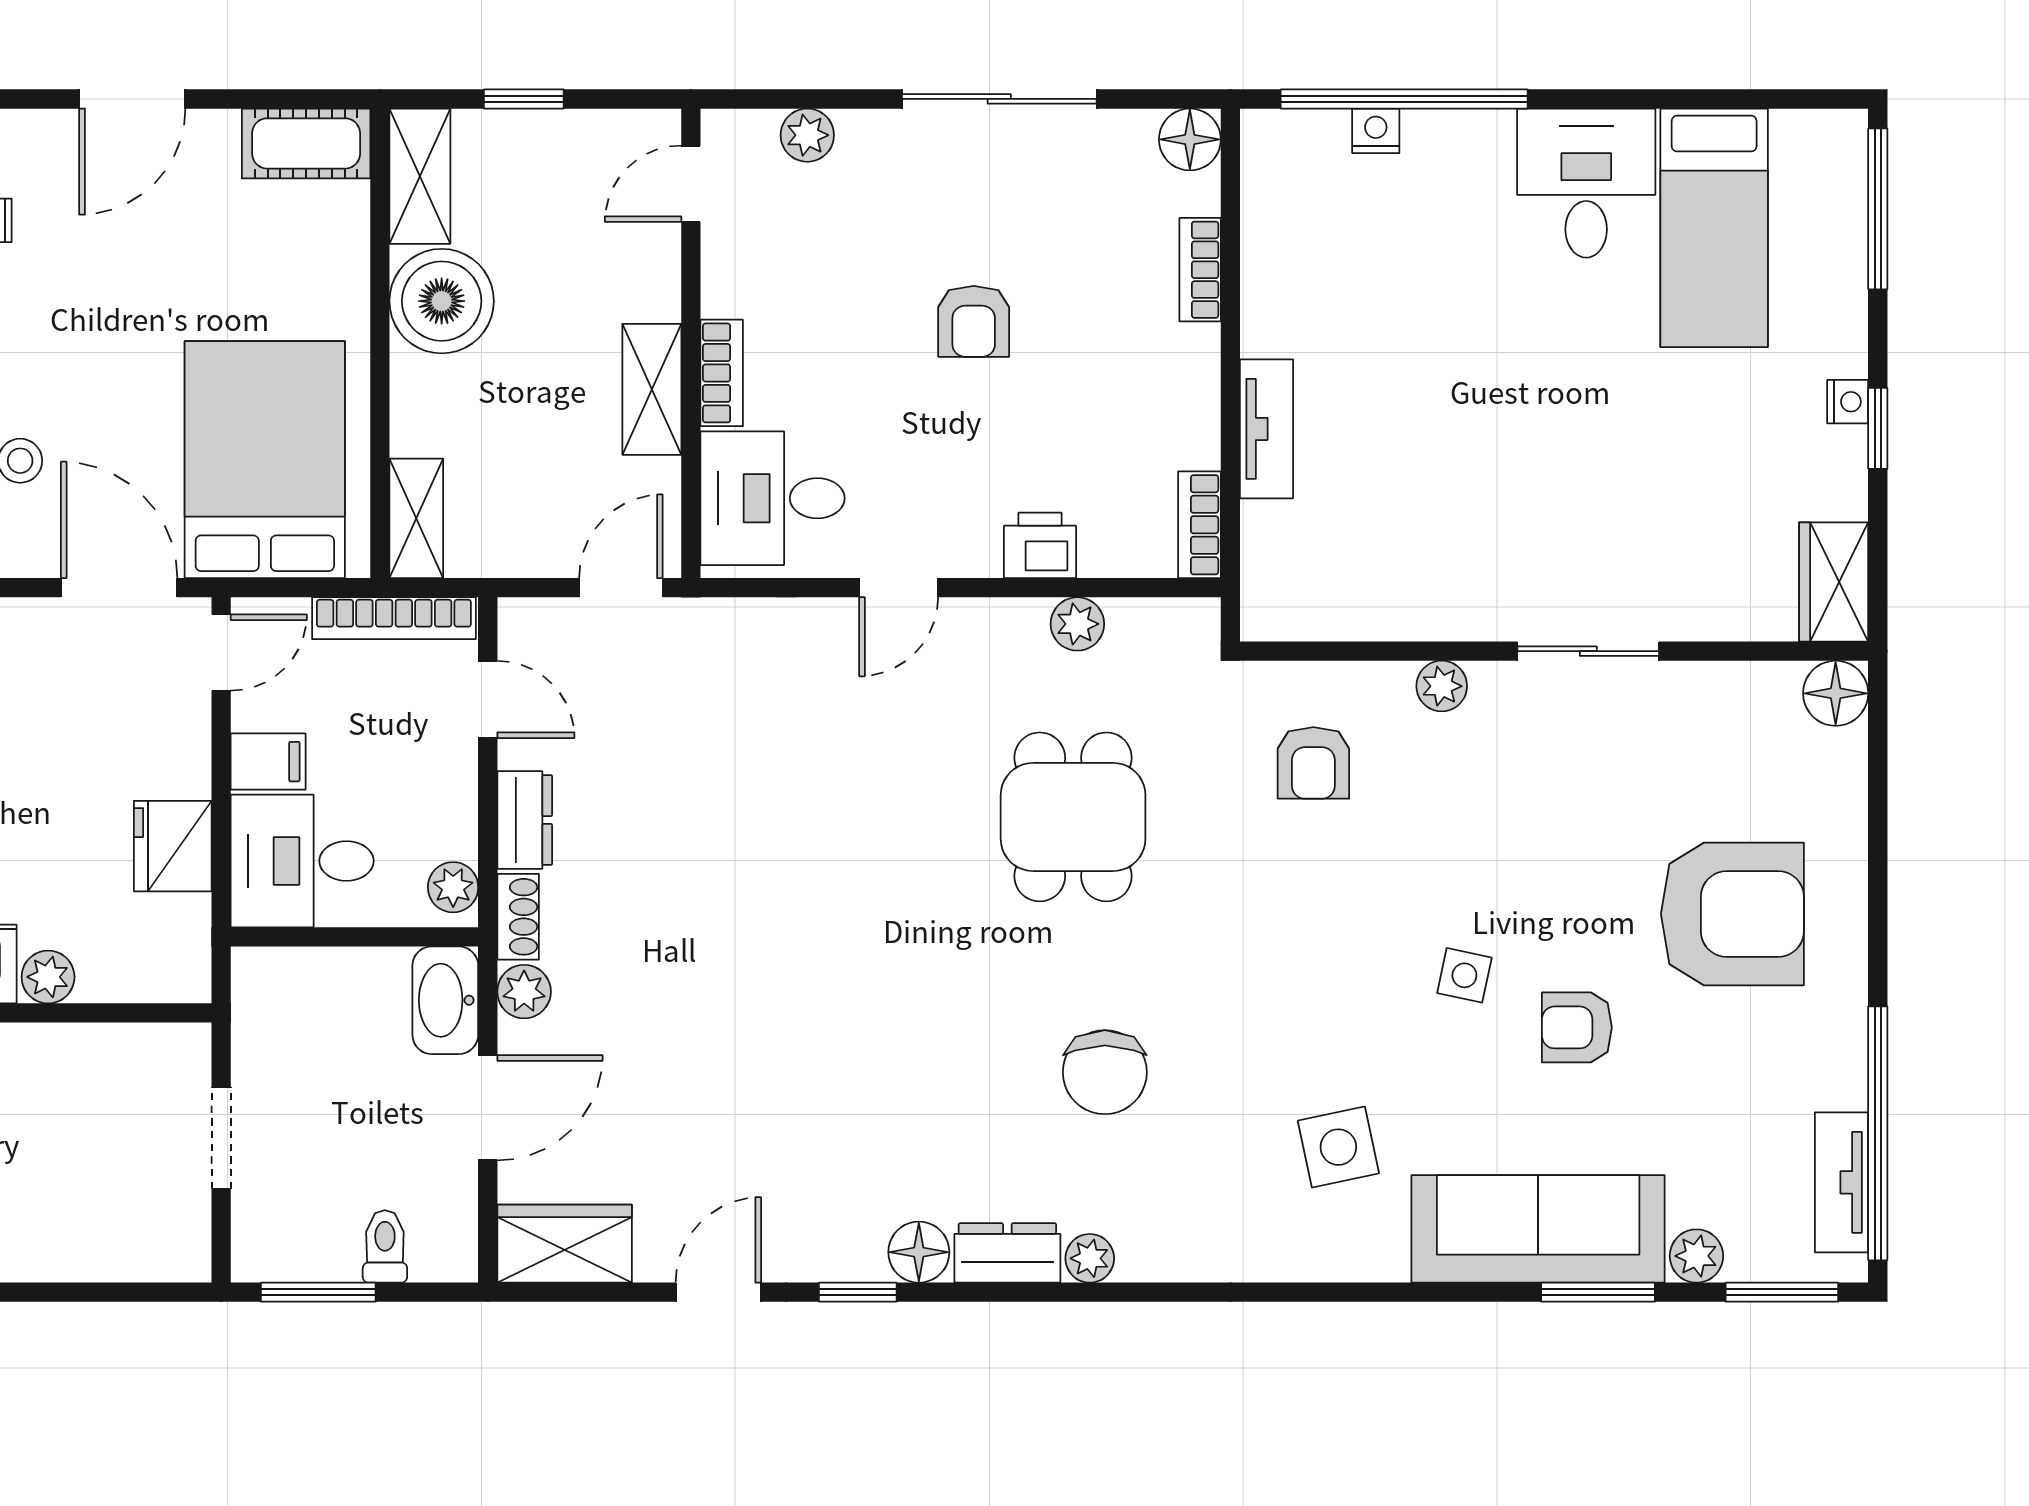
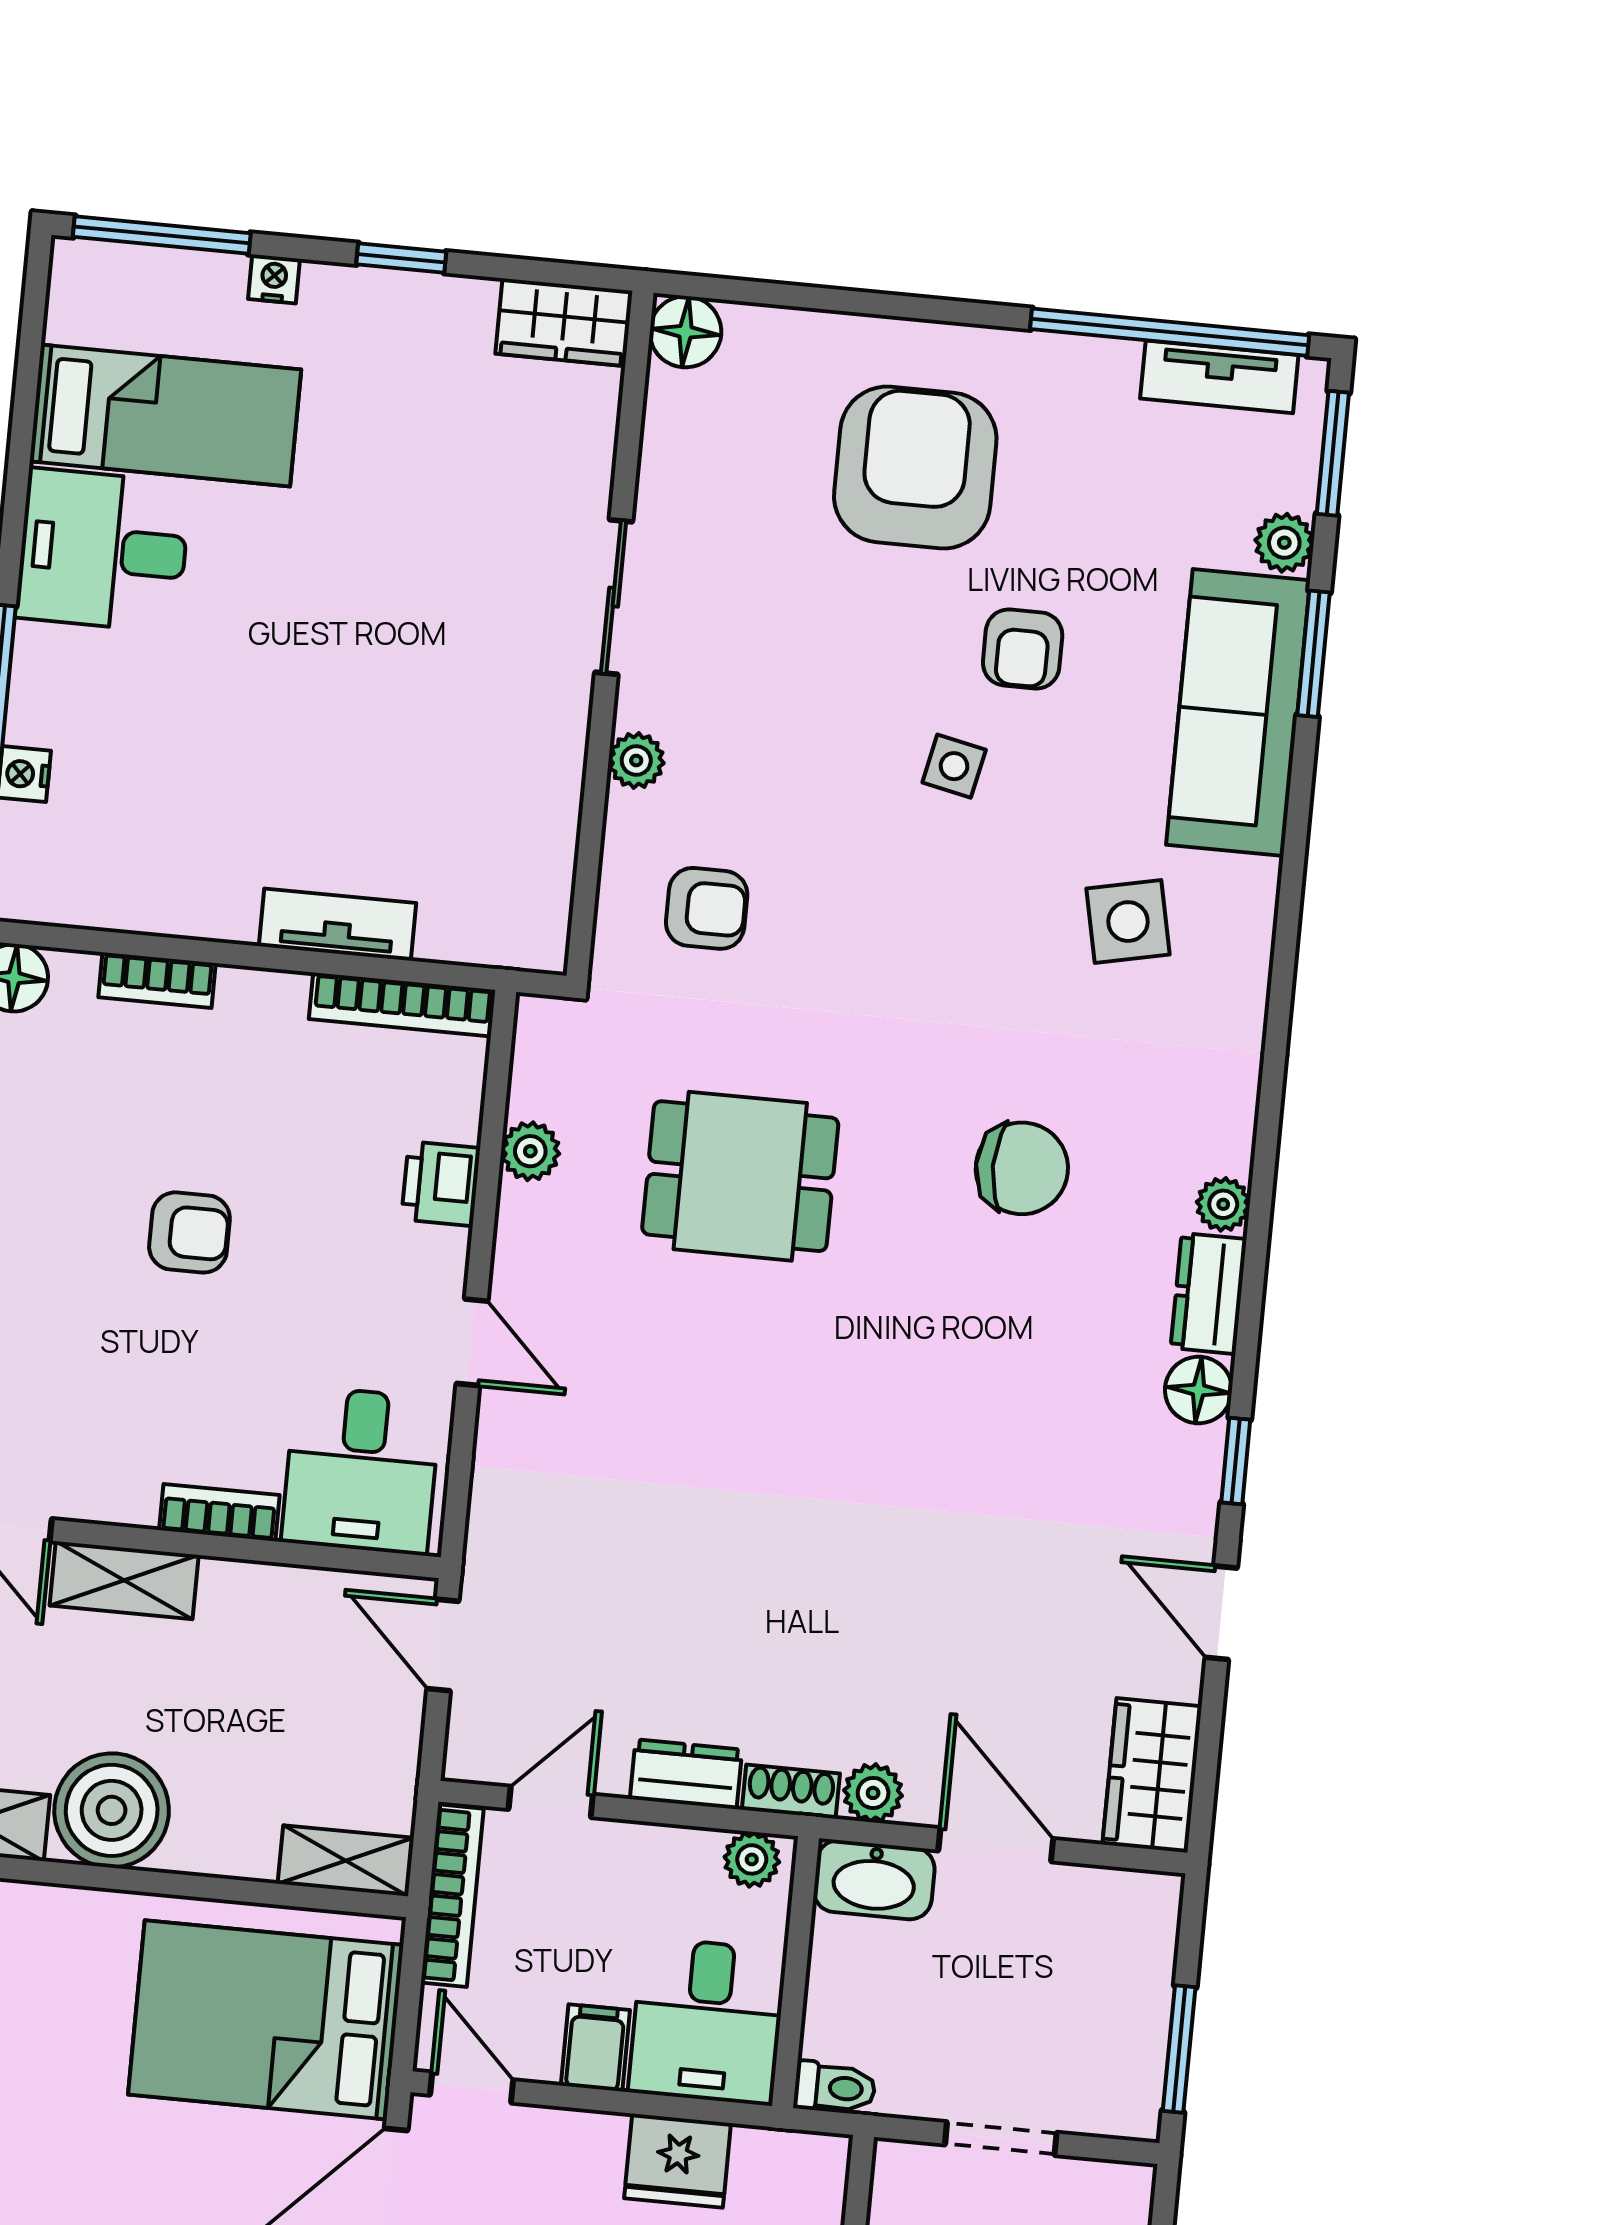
shelving: (652, 389) -> (124, 1580), moved
nightstand: (1848, 402) -> (274, 279), moved
bookcase: (1199, 525) -> (402, 1004), width x1.56
toilet: (385, 1246) -> (835, 2088), moved, turned 180

